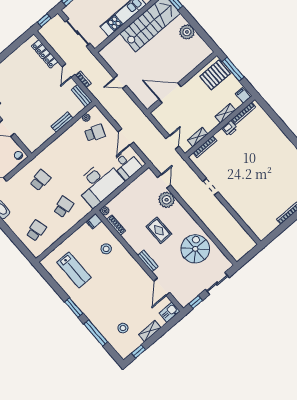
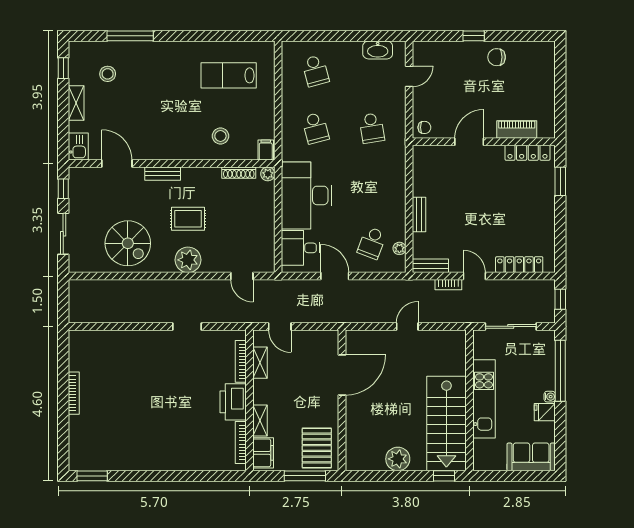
filing cabinet: (243, 95) -> (263, 453), width x2.00
printer: (230, 128) -> (233, 402), width x1.87, depth x1.48
plant: (167, 200) -> (188, 260), moved
window: (74, 308) -> (183, 36), removed

